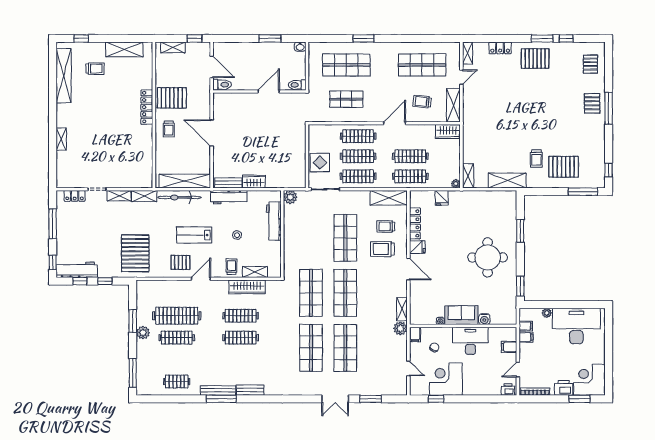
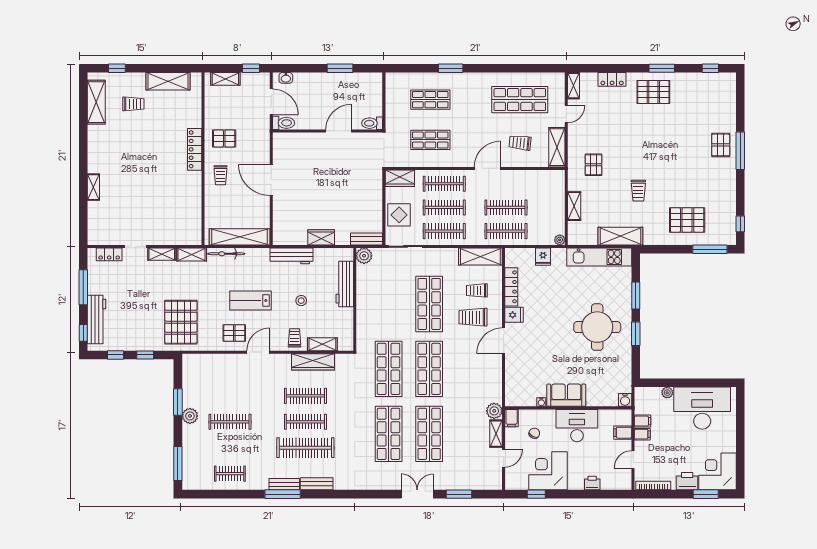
window: (566, 38) -> (710, 68), moved
washbasin: (300, 47) -> (286, 78), moved
pallet: (590, 64) -> (593, 165), moved
shop shelf: (346, 65) -> (430, 100), width x0.70, depth x0.74
shelving: (64, 76) -> (96, 102), width x0.68
pallet: (172, 98) -> (224, 138), width x0.67, depth x0.71
wardrobe: (448, 132) -> (400, 178), moved
trolley: (536, 159) -> (638, 191), moved
shelving: (468, 176) -> (574, 206), moved
bench: (228, 183) -> (367, 239), moved
bicycle: (179, 197) -> (226, 254), width x0.73, depth x0.71
kitchen unit: (489, 198) -> (599, 257), added
door: (408, 269) -> (504, 341), swing flipped
workbench: (77, 270) -> (97, 320), moved, turned 90
window: (520, 286) -> (636, 334), moved
shelving: (402, 309) -> (496, 434), moved
clothes rail: (177, 316) -> (305, 448), moved
water cooler: (484, 319) -> (625, 400), moved
filing cabinet: (526, 326) -> (642, 434), moved
door: (408, 368) -> (504, 458), hinge flipped
printer: (508, 389) -> (592, 483), moved
bench: (218, 390) -> (284, 484), width x0.73
double door: (335, 399) -> (417, 494), swing flipped

